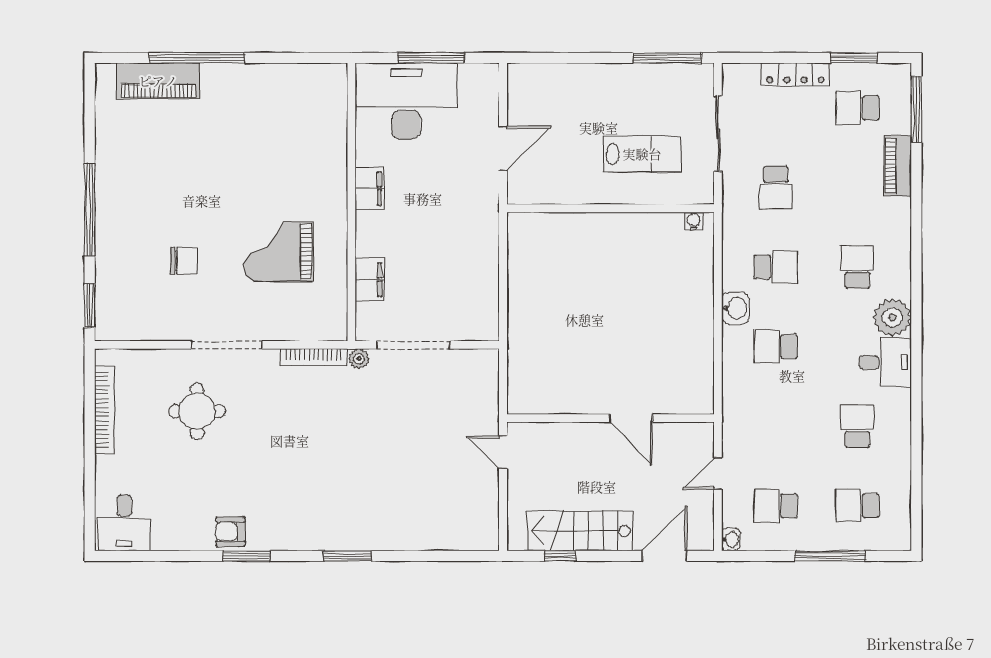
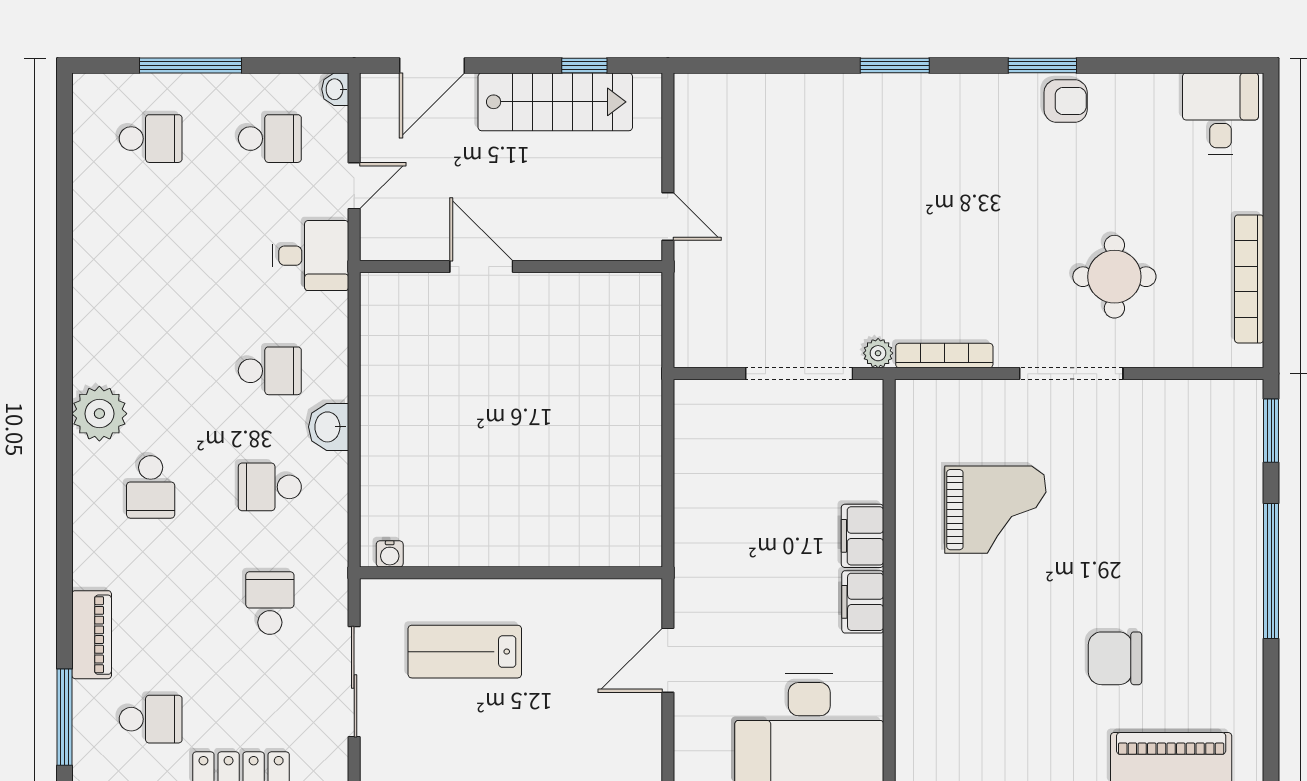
chair: (184, 261) -> (1115, 658), moved, width x1.37, depth x1.37
filing cabinet: (370, 280) -> (862, 536), moved
desk: (885, 362) -> (311, 256), moved, turned 180
school desk: (857, 426) -> (151, 255), removed

